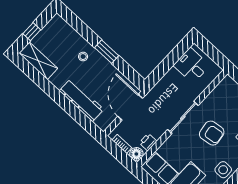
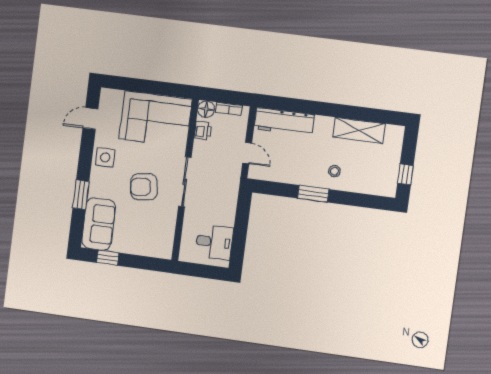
window: (32, 32) -> (405, 175), moved
shelving: (38, 61) -> (359, 130), moved
workbench: (82, 100) -> (284, 122), moved
door: (130, 107) -> (247, 153), width x0.53

